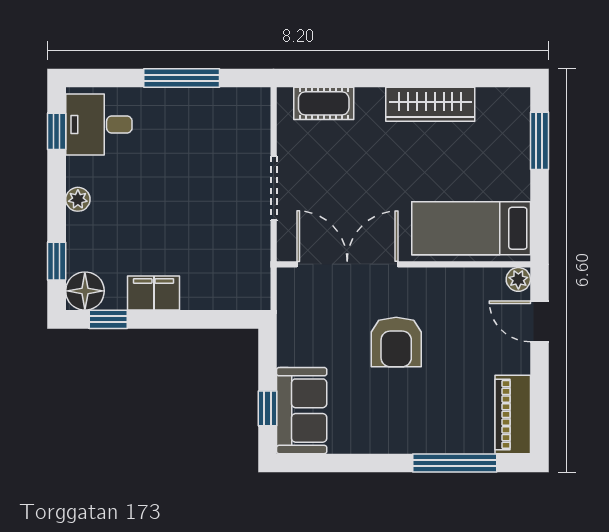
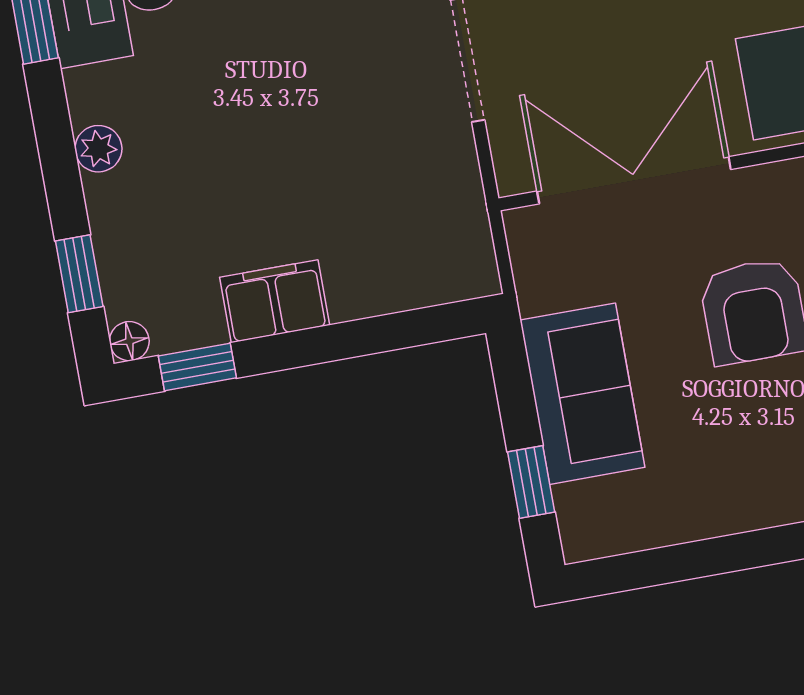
floor lamp: (85, 291) -> (129, 341), width x0.53, depth x0.53
sofa: (302, 411) -> (582, 394), moved

